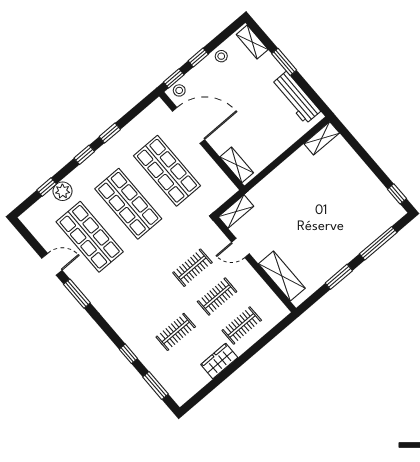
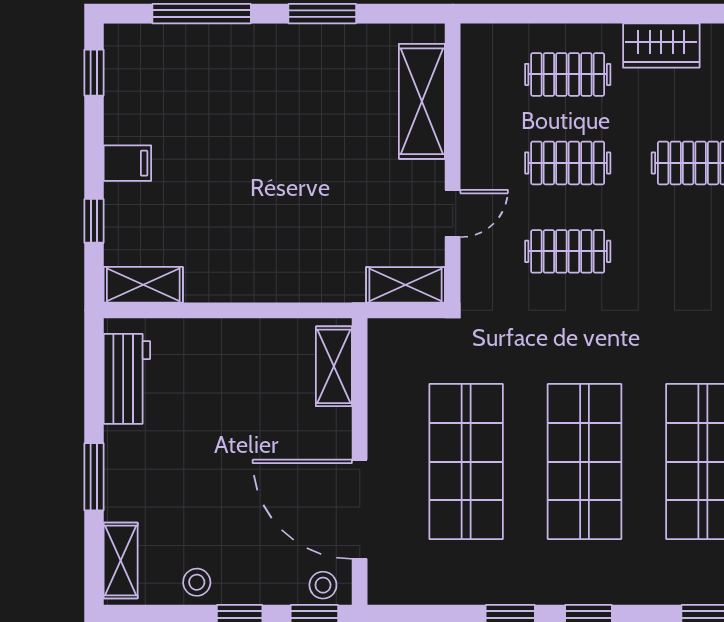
workbench: (296, 98) -> (127, 379), width x0.73
window: (356, 146) -> (94, 221), added
filing cabinet: (361, 174) -> (127, 163), added
plant: (63, 191) -> (682, 583), removed
door: (241, 248) -> (453, 214), hinge flipped

